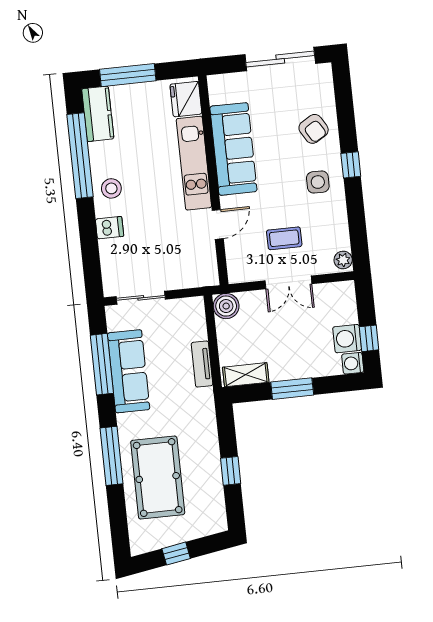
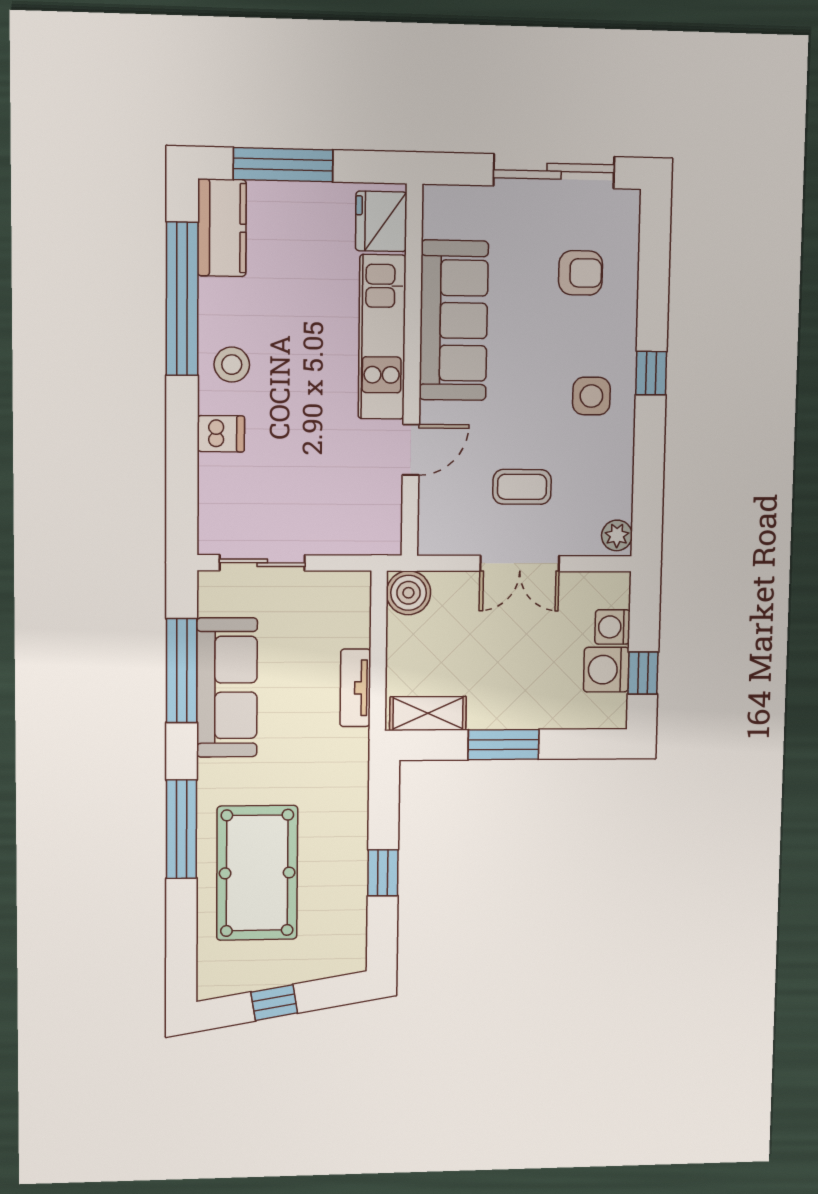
armchair: (314, 129) -> (581, 273), moved, turned -59
washing machine: (353, 363) -> (613, 627), moved

